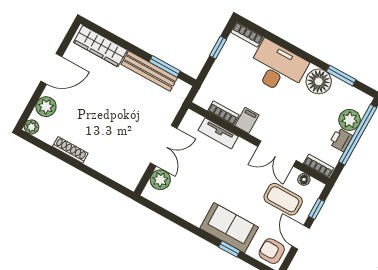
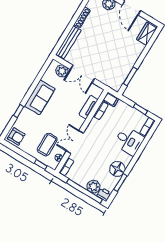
wardrobe: (100, 46) -> (147, 34), width x0.67
desk: (277, 68) -> (129, 141), width x0.73
bench: (149, 71) -> (68, 42), moved
filing cabinet: (247, 120) -> (111, 100), moved
printer: (341, 140) -> (104, 194), moved
sofa: (229, 228) -> (40, 97), moved
door: (301, 237) -> (24, 154), removed
armchair: (272, 251) -> (16, 136), turned 90

